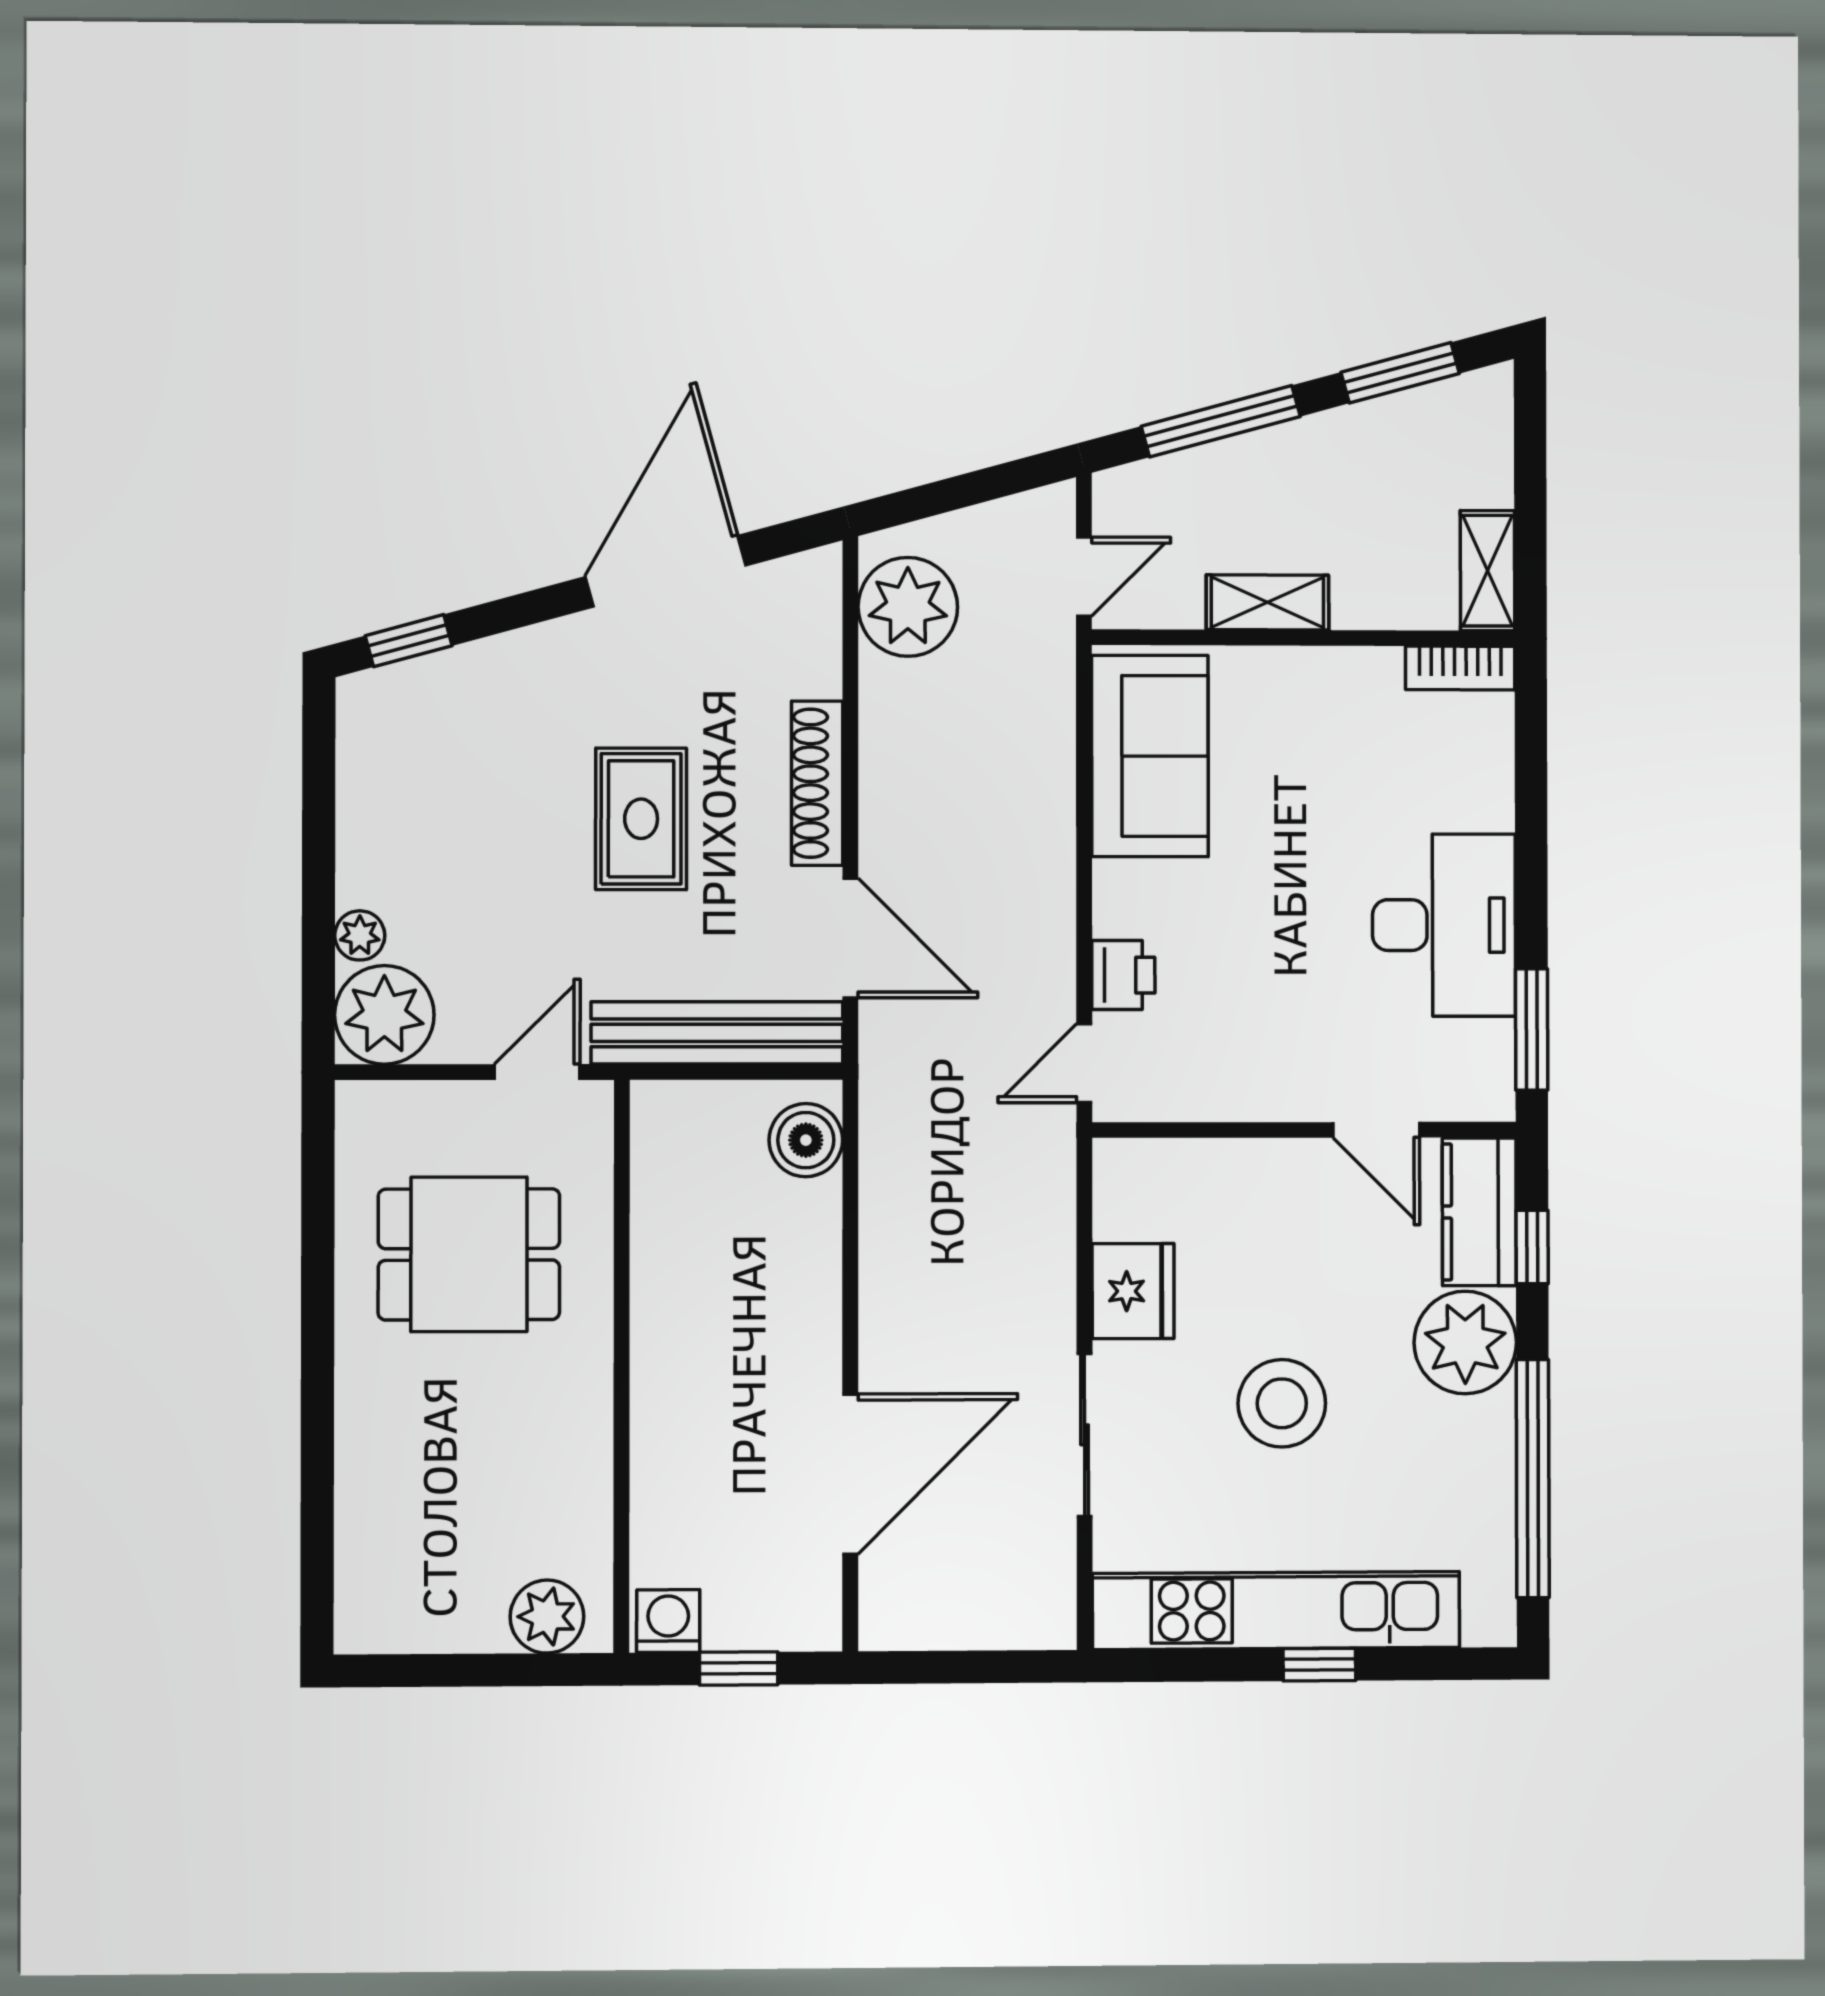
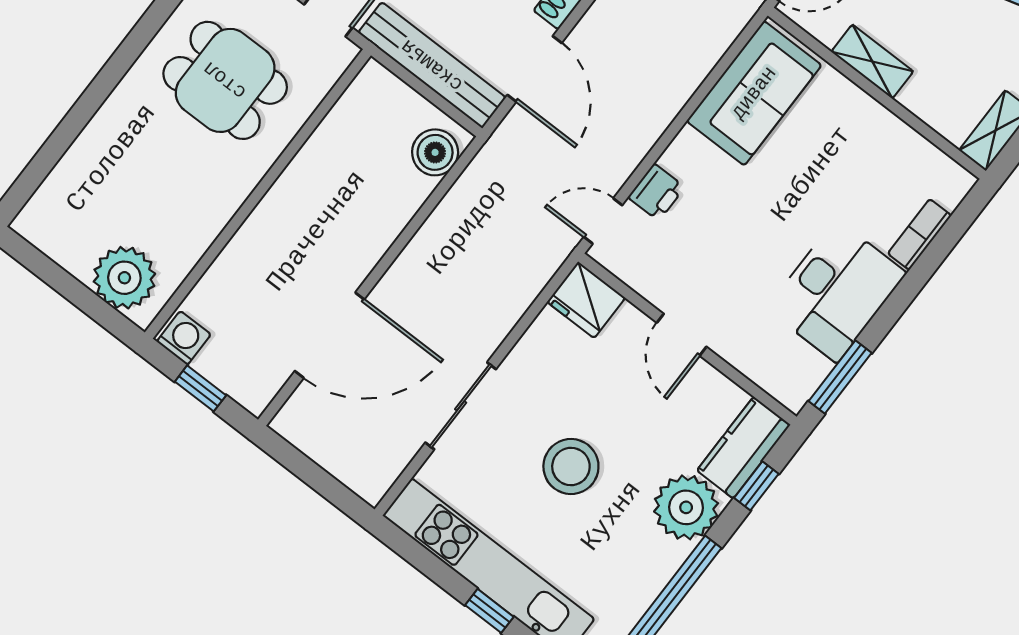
bookcase: (1460, 668) -> (920, 234), moved, turned 90
door: (1376, 1130) -> (682, 335), moved
fridge: (1133, 1291) -> (586, 300), moved, turned 90
plant: (547, 1617) -> (124, 278), width x1.36, depth x1.36

